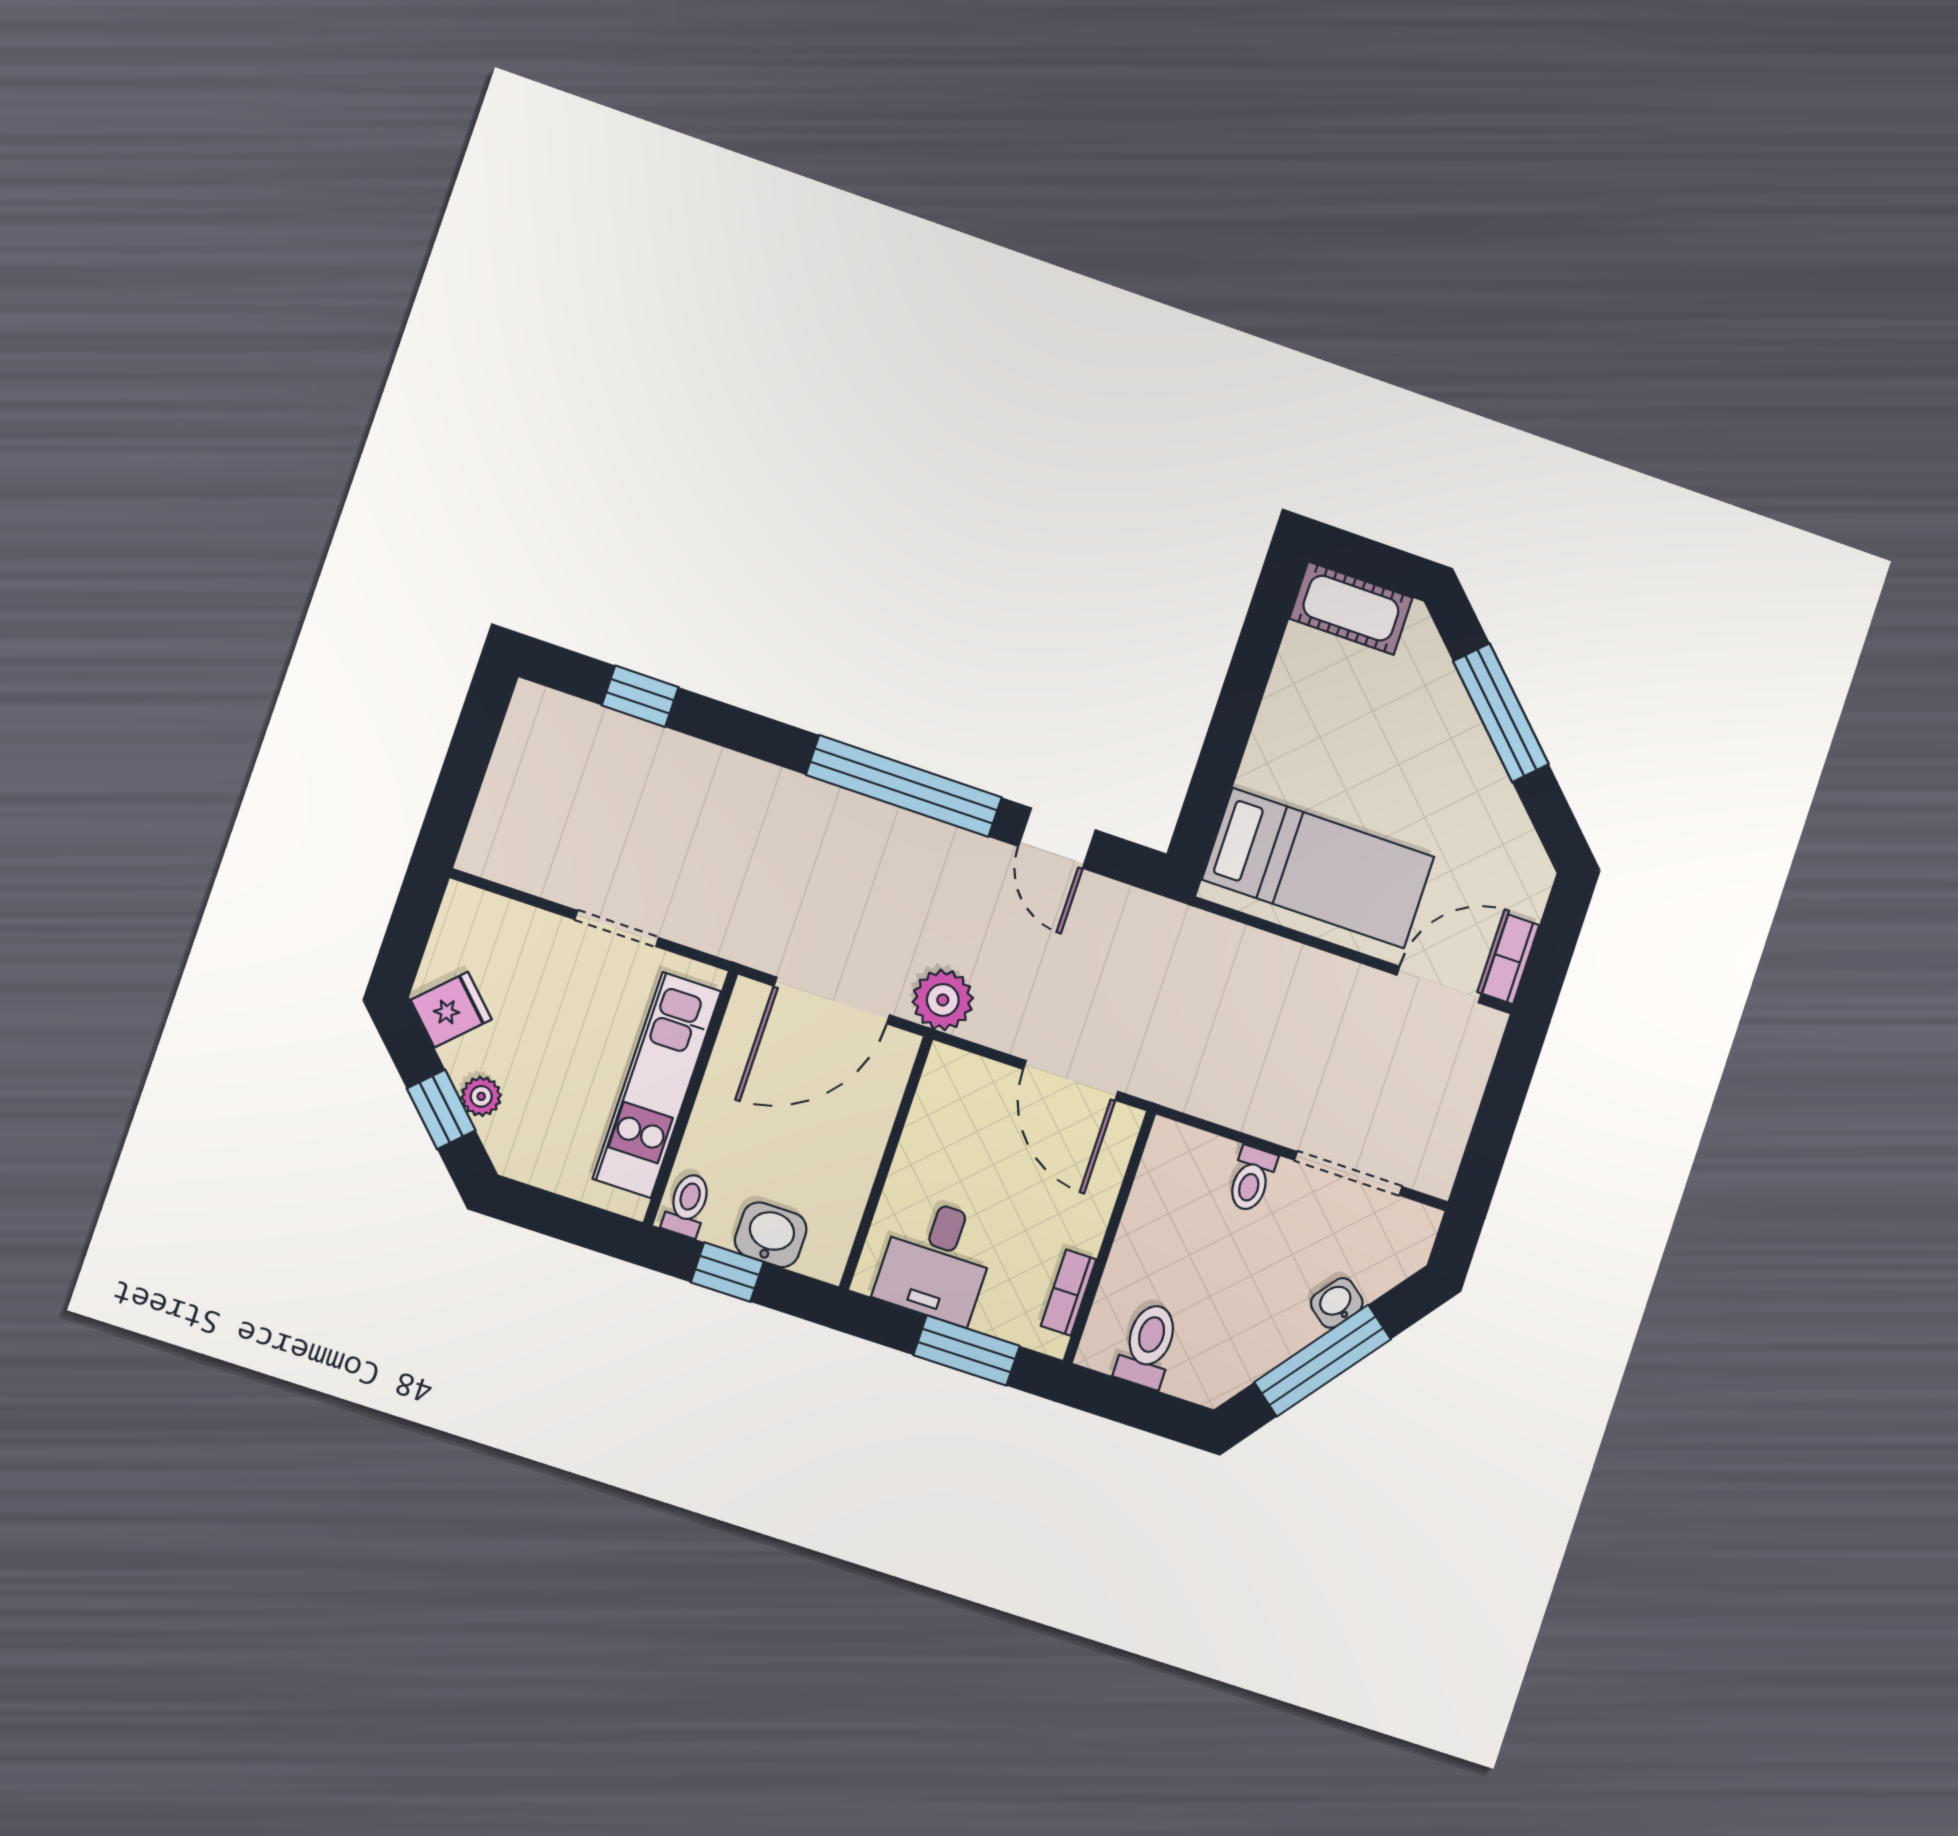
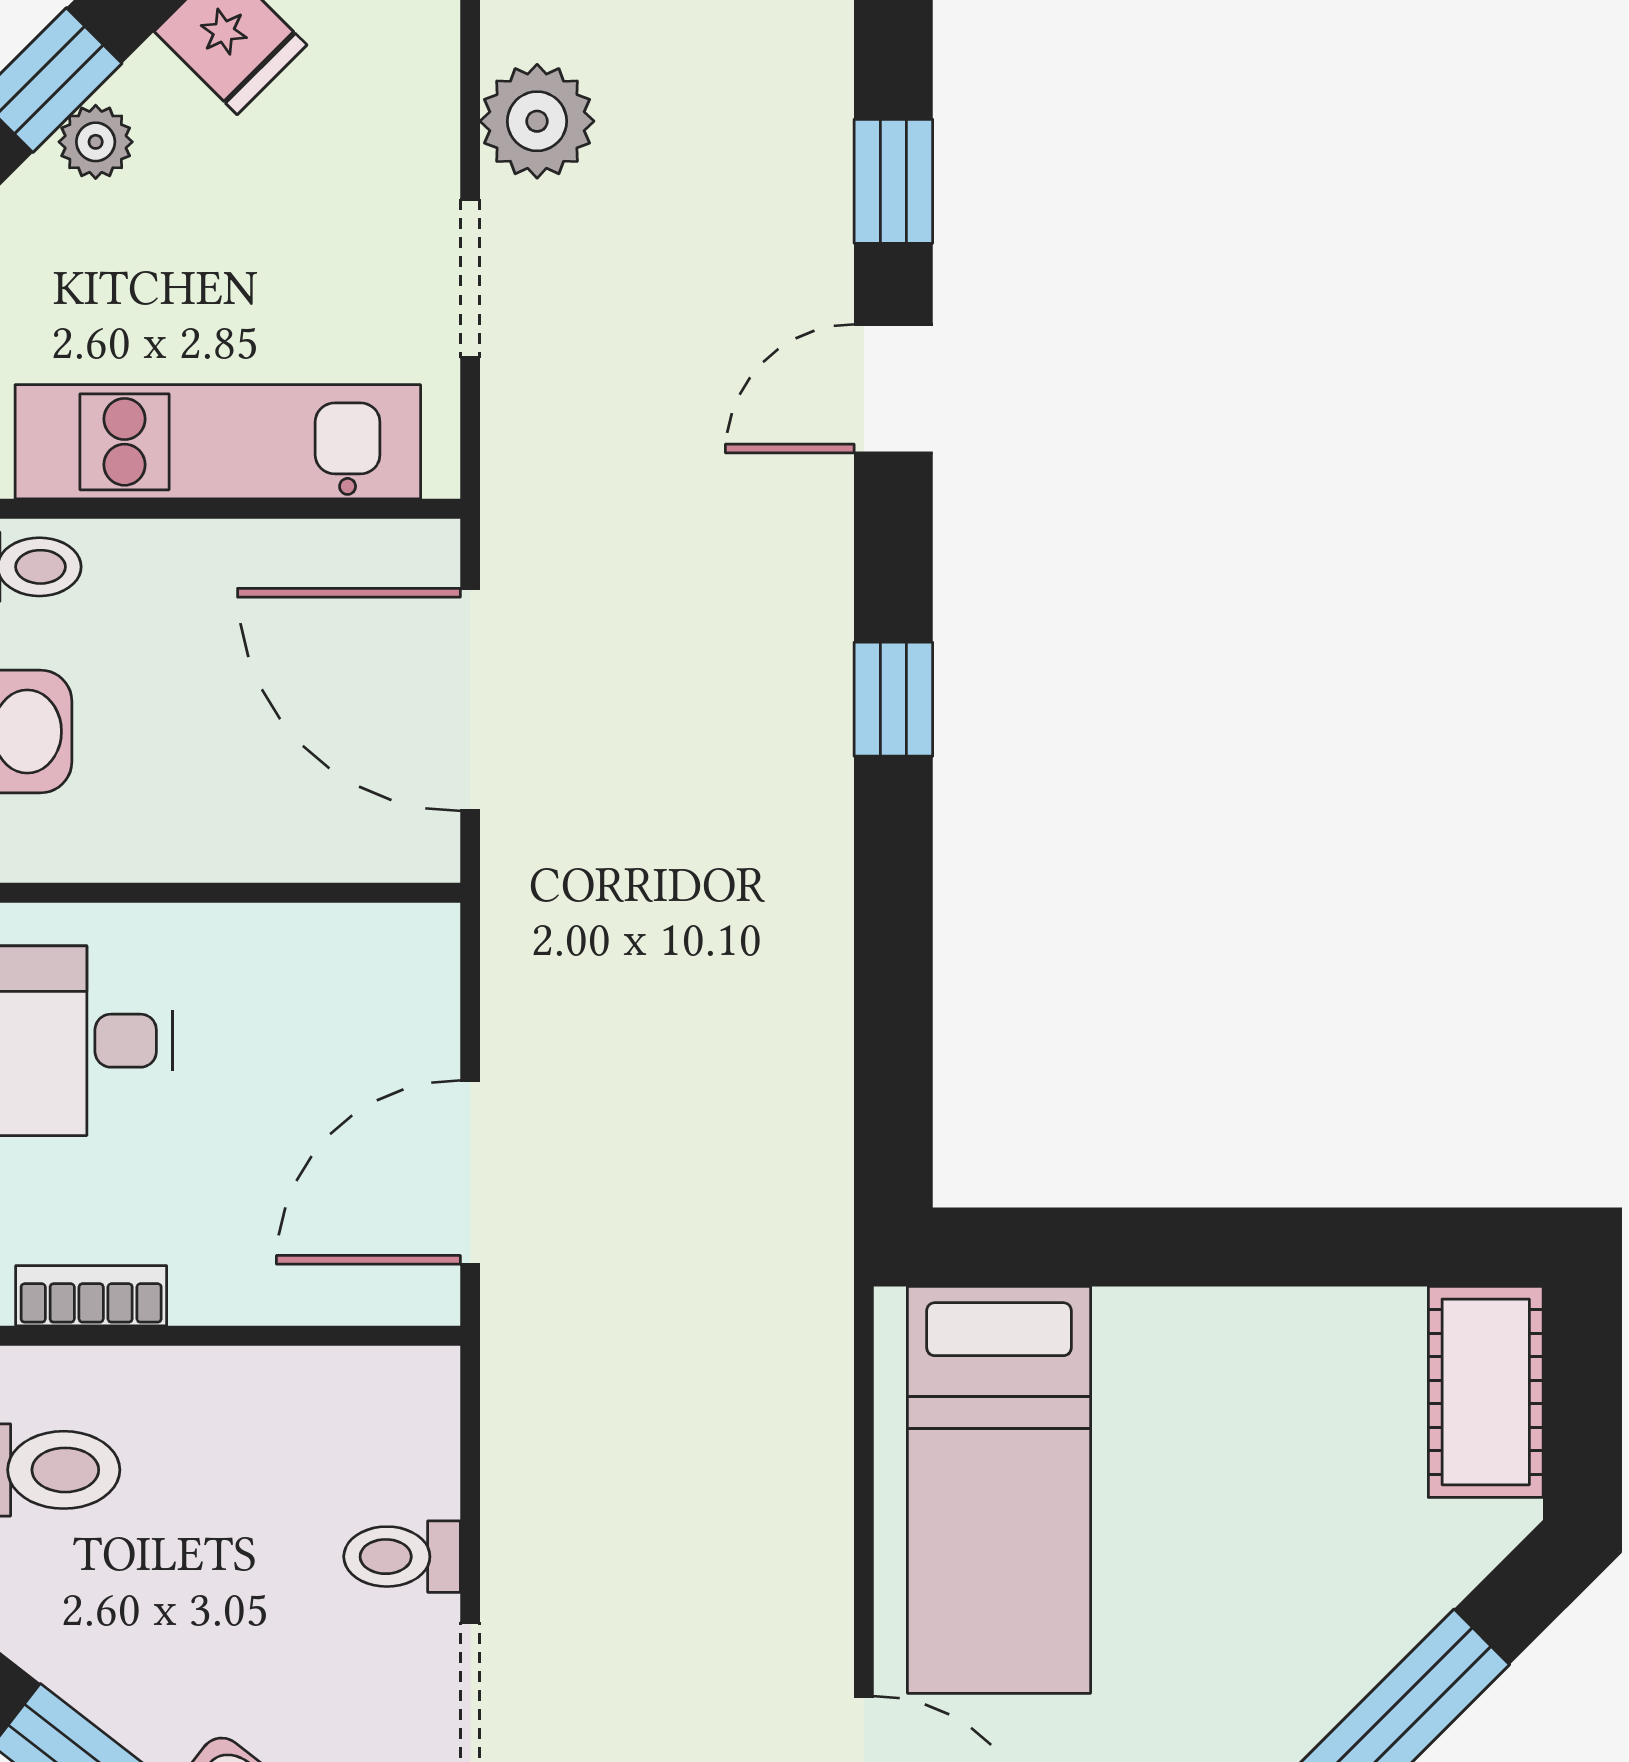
window: (904, 786) -> (893, 699), width x0.32
door: (1057, 838) -> (893, 389), moved
plant: (943, 1000) -> (537, 121), moved

